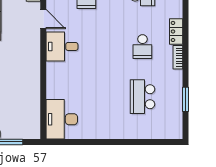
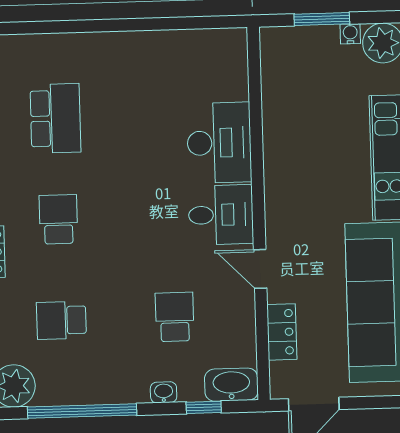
desk: (62, 119) -> (219, 143), moved

